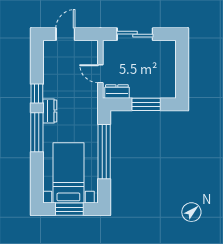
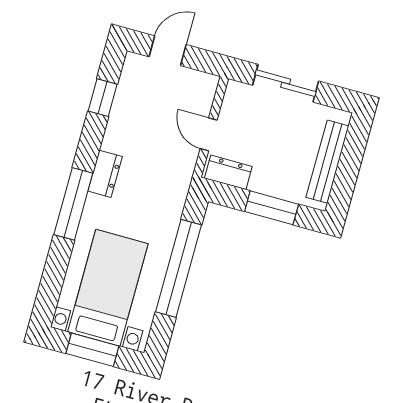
bench: (170, 71) -> (327, 162), added
window: (37, 94) -> (103, 98), moved

